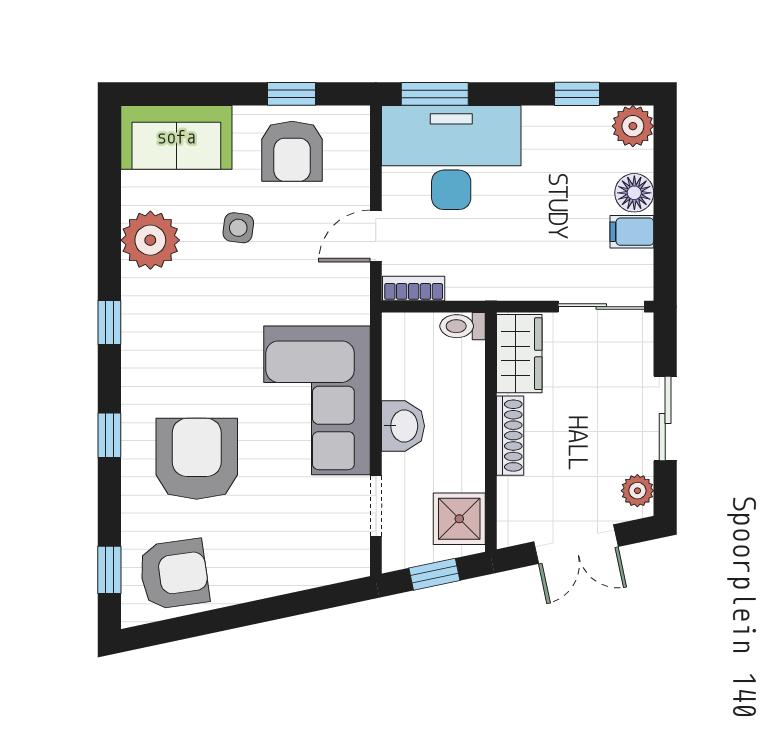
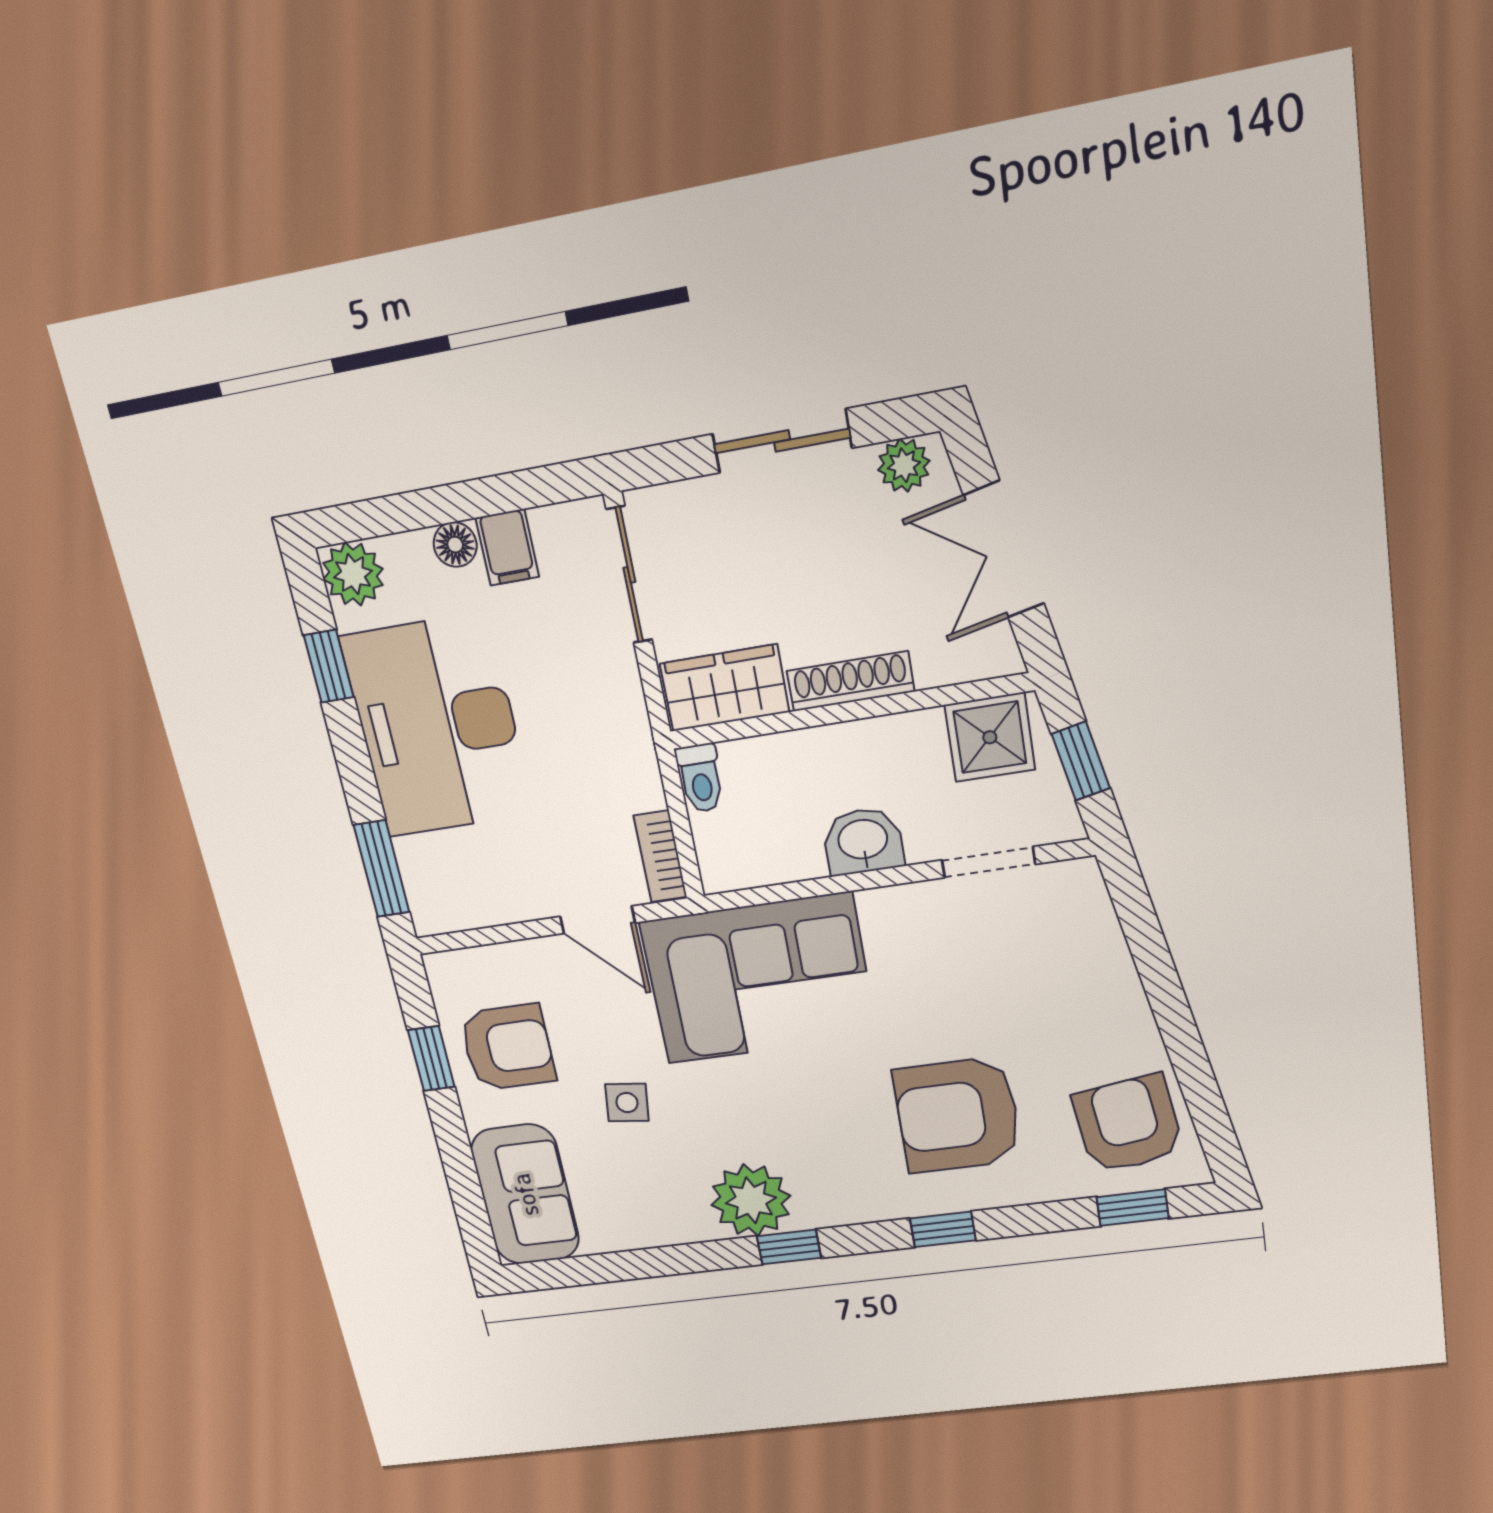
desk: (451, 157) -> (438, 726), moved
floor lamp: (634, 193) -> (455, 545), width x0.73, depth x0.73
plant: (150, 240) -> (751, 1200), moved
corner sofa: (317, 400) -> (759, 979), moved
double door: (576, 544) -> (1004, 550), swing flipped

